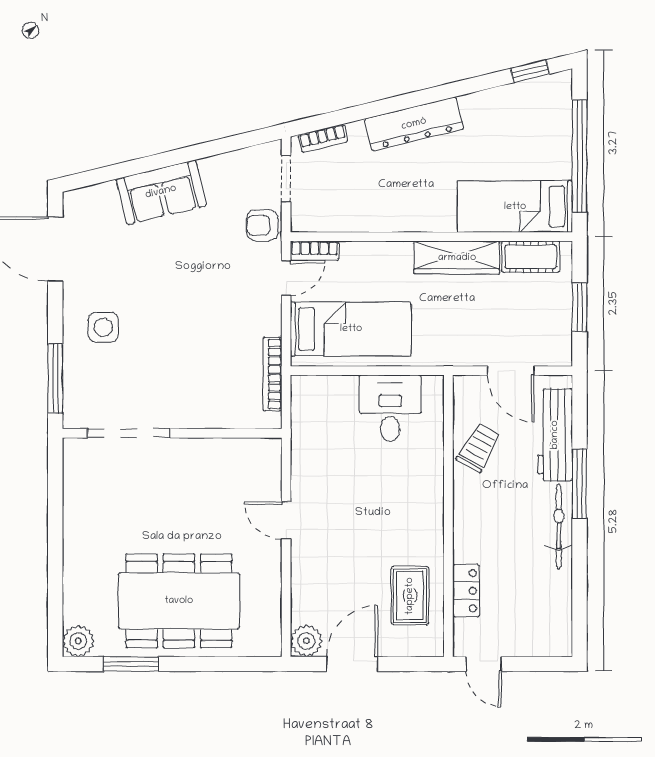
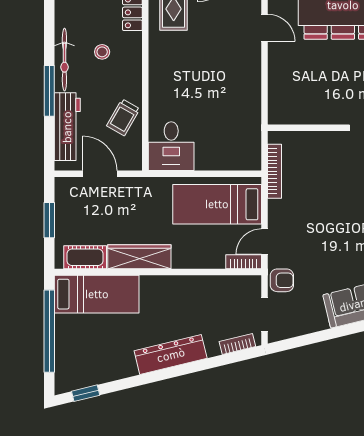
desk: (390, 408) -> (171, 146), moved
door: (286, 520) -> (264, 28), moved
stool: (507, 537) -> (102, 52), added

